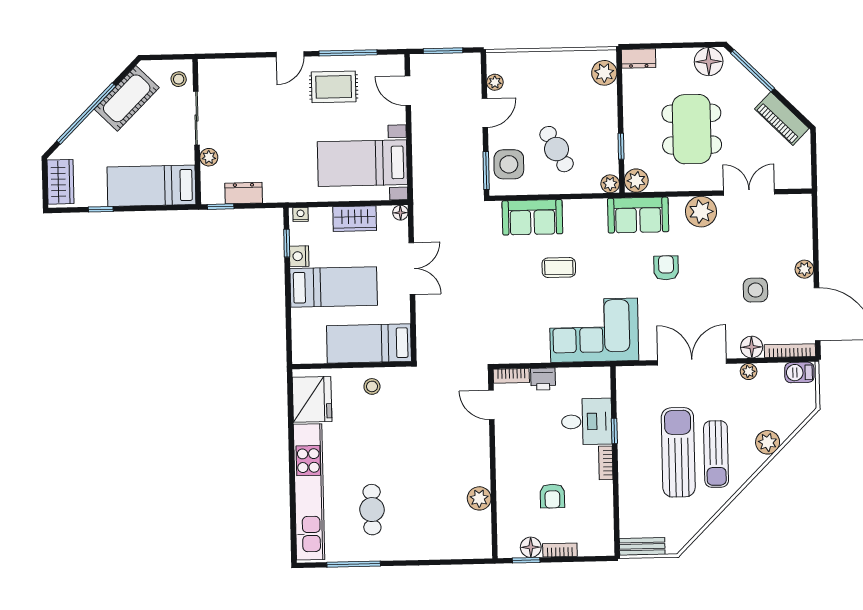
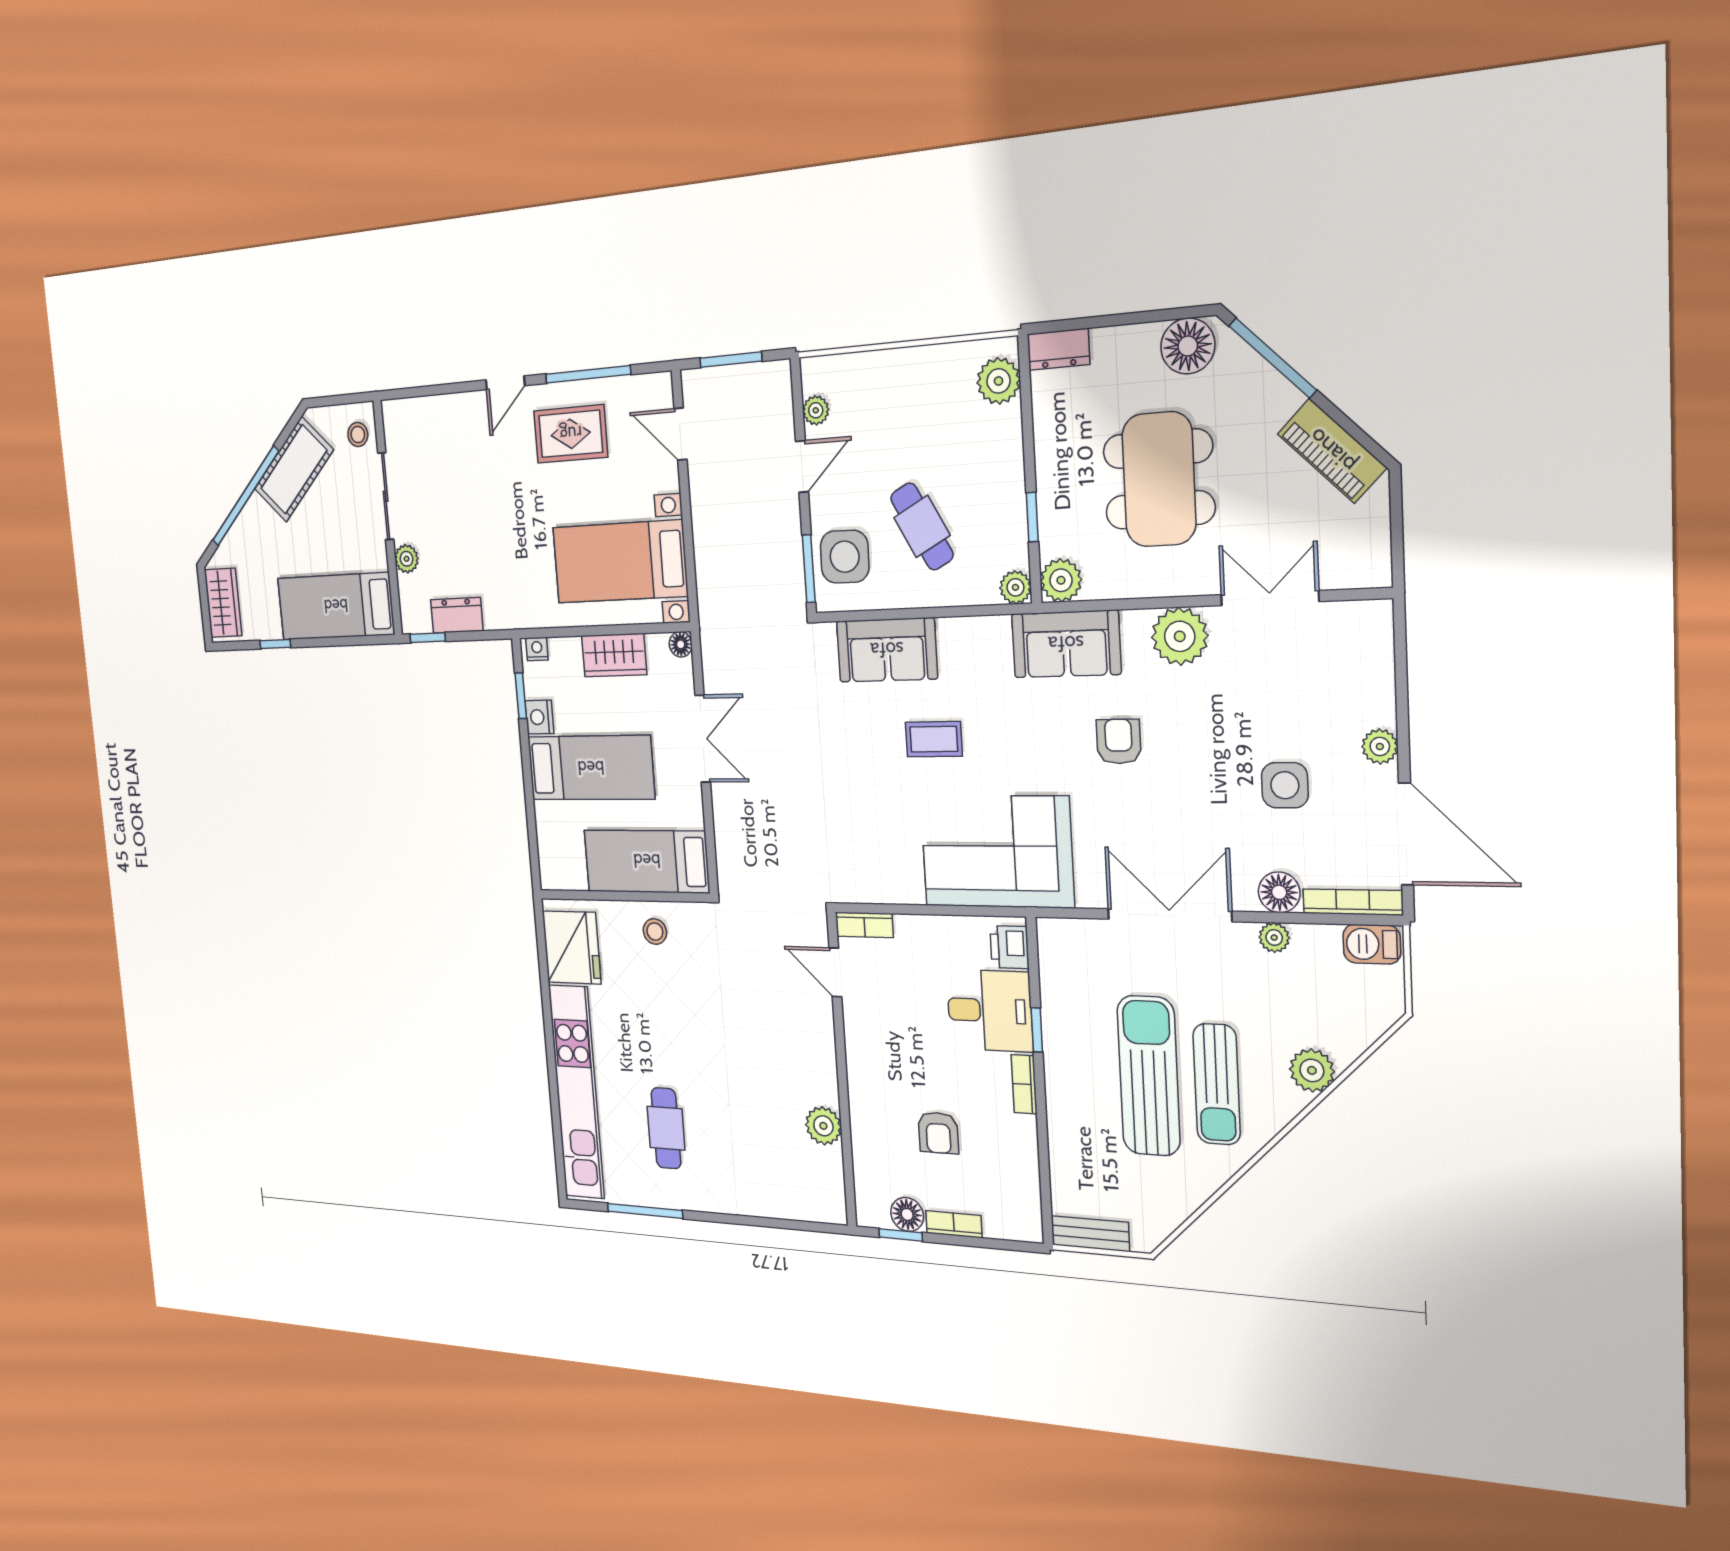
printer: (543, 379) -> (1009, 947), moved, turned 90

